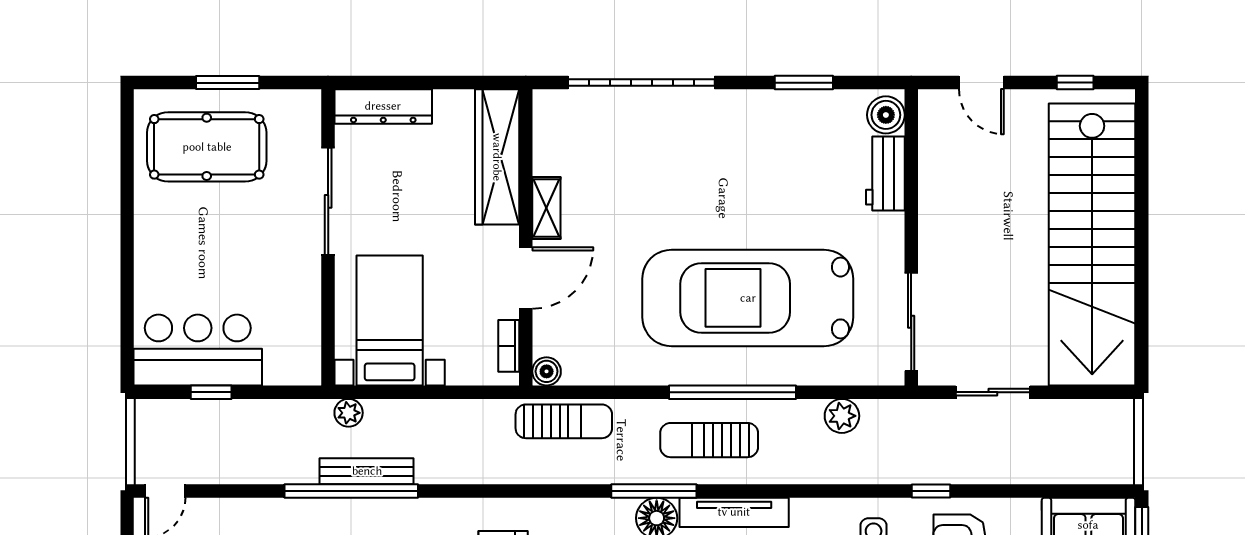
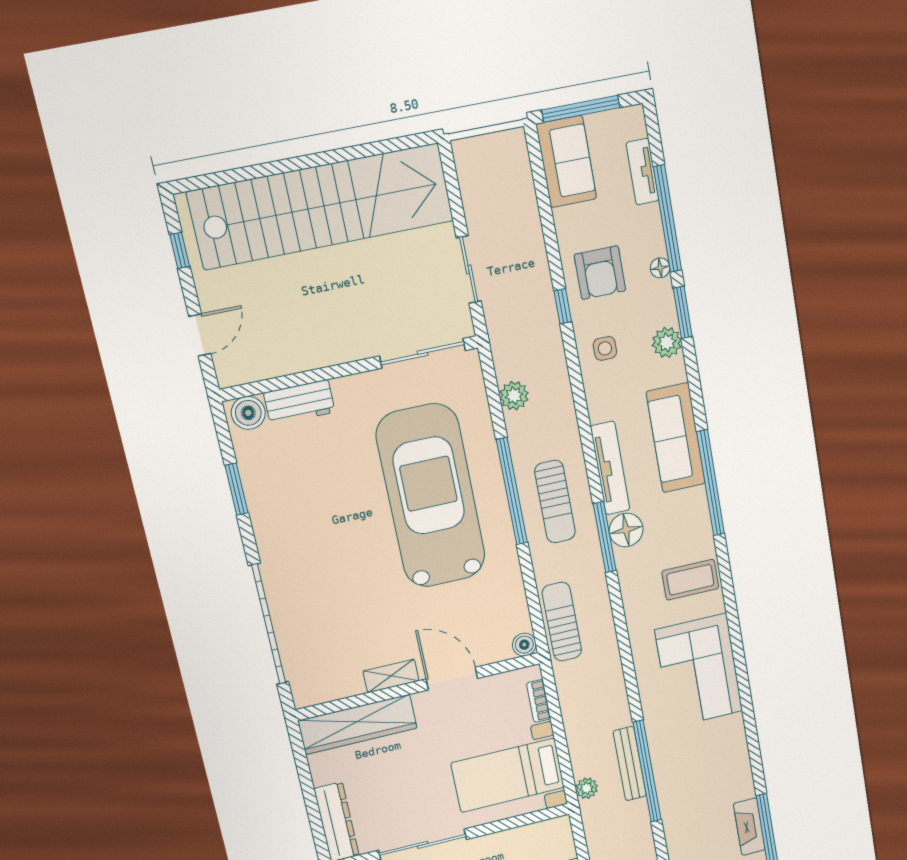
car: (748, 298) -> (431, 496), turned 180
bookcase: (509, 346) -> (539, 701), moved, turned 90

